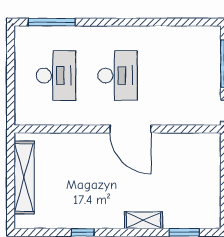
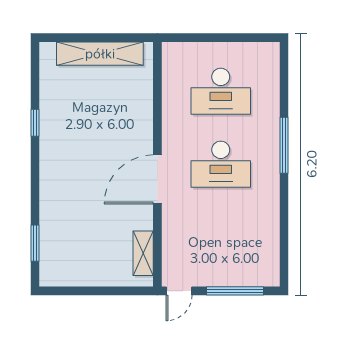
window: (52, 22) -> (284, 145), moved
shelving: (143, 220) -> (143, 253), moved

